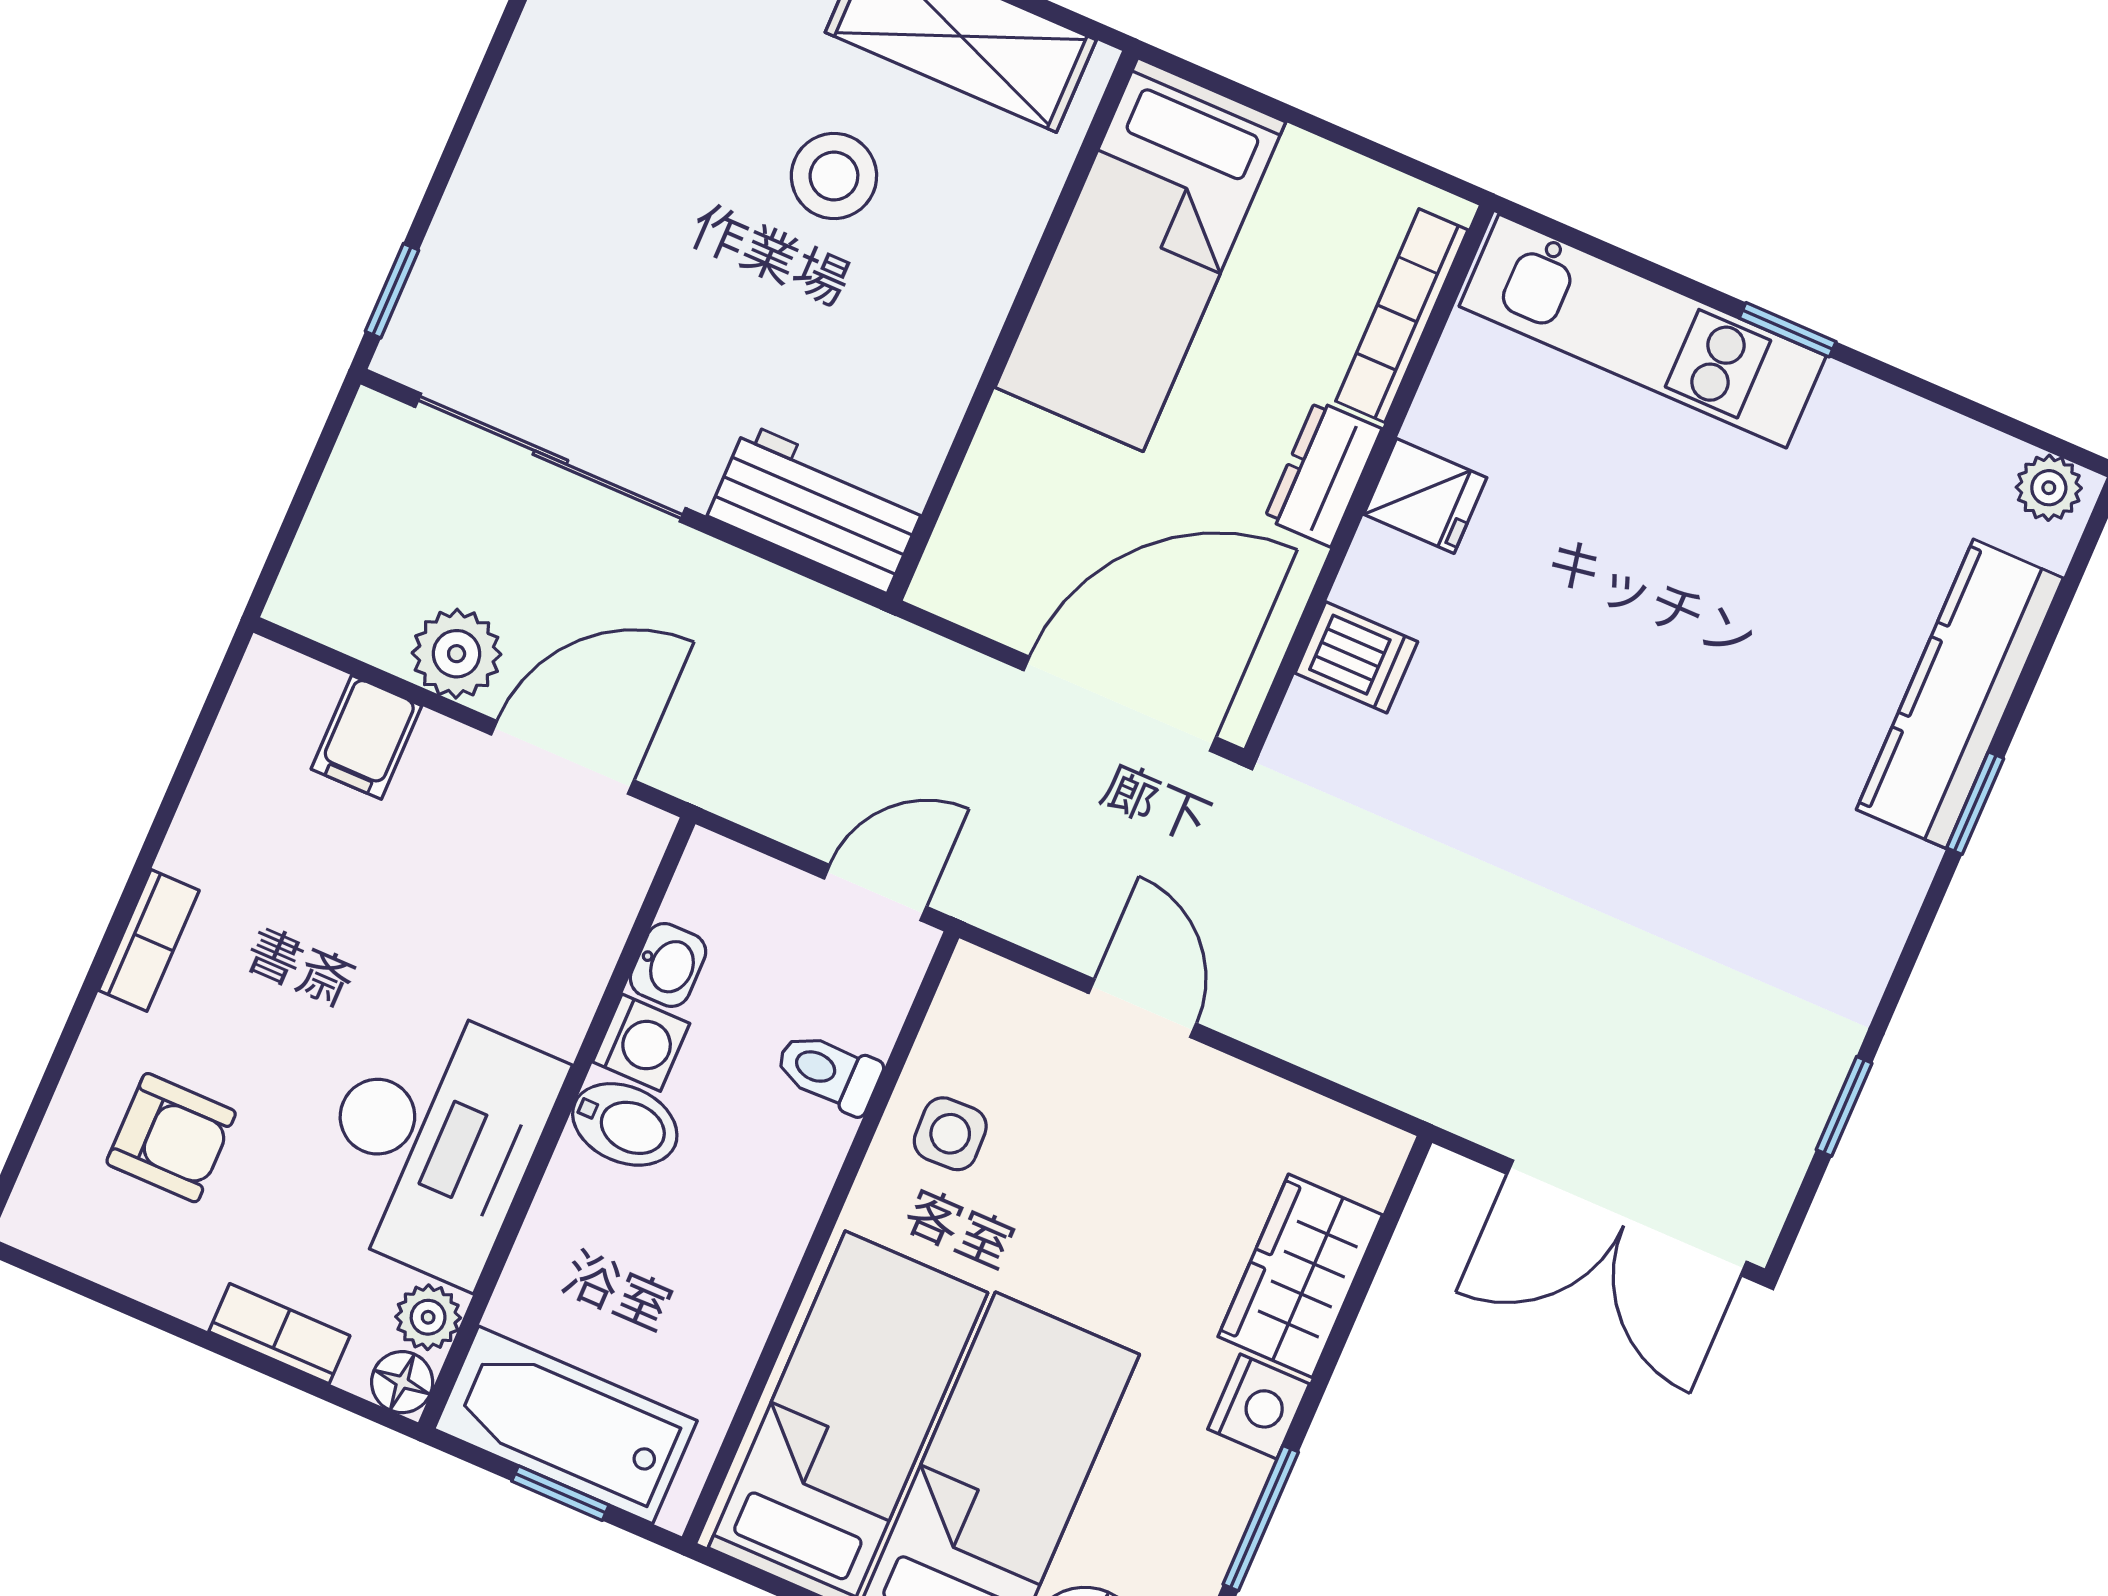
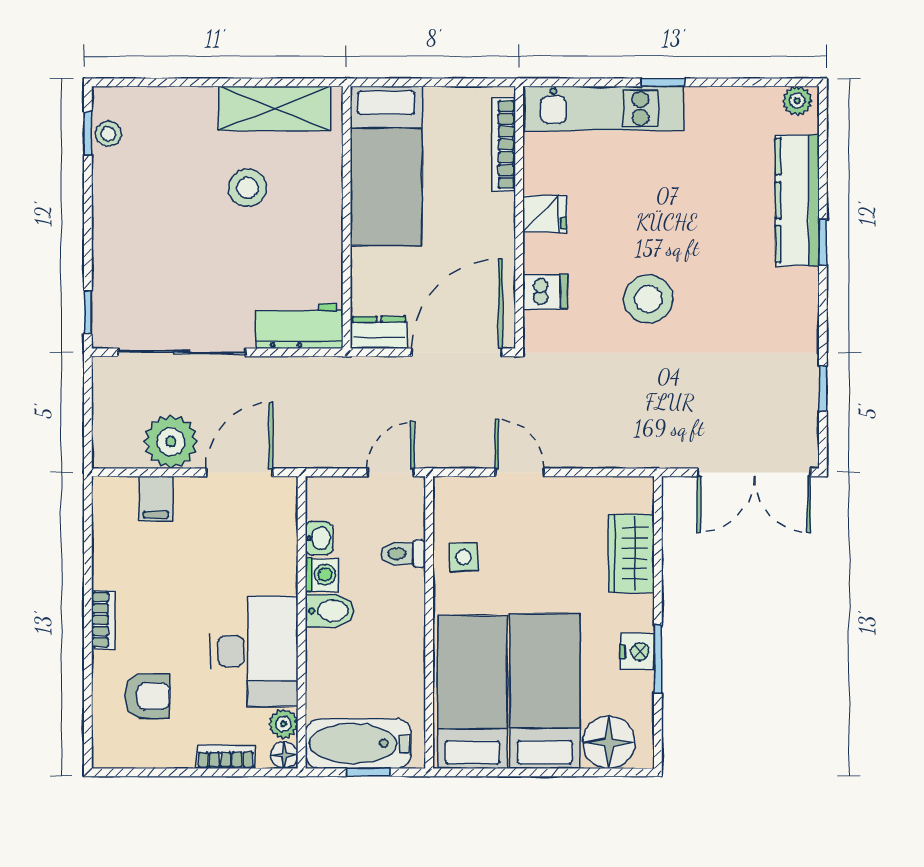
dresser: (1323, 474) -> (379, 332), moved, turned 90
plant: (457, 654) -> (171, 442), width x1.36, depth x1.36
stool: (1564, 765) -> (648, 299), added
nightstand: (1259, 1406) -> (637, 652), moved

